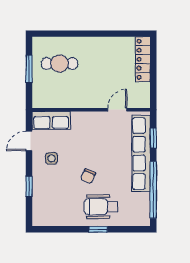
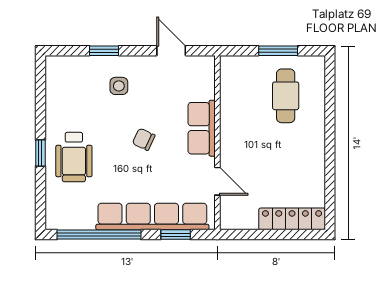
row of seats: (51, 120) -> (202, 128), moved
side table: (52, 158) -> (119, 86), moved
chair: (88, 176) -> (144, 139), moved
wheelchair: (101, 207) -> (74, 157), turned 180

